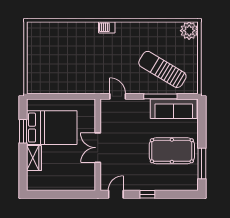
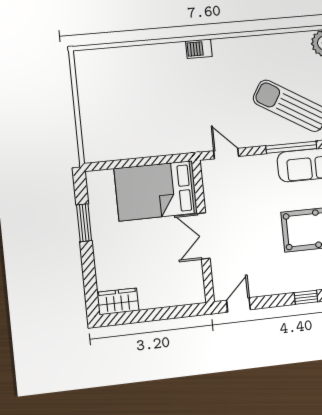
bed: (52, 128) -> (156, 191), moved, turned 180
wardrobe: (34, 158) -> (118, 301), moved, turned -90
window: (147, 194) -> (306, 297), moved

